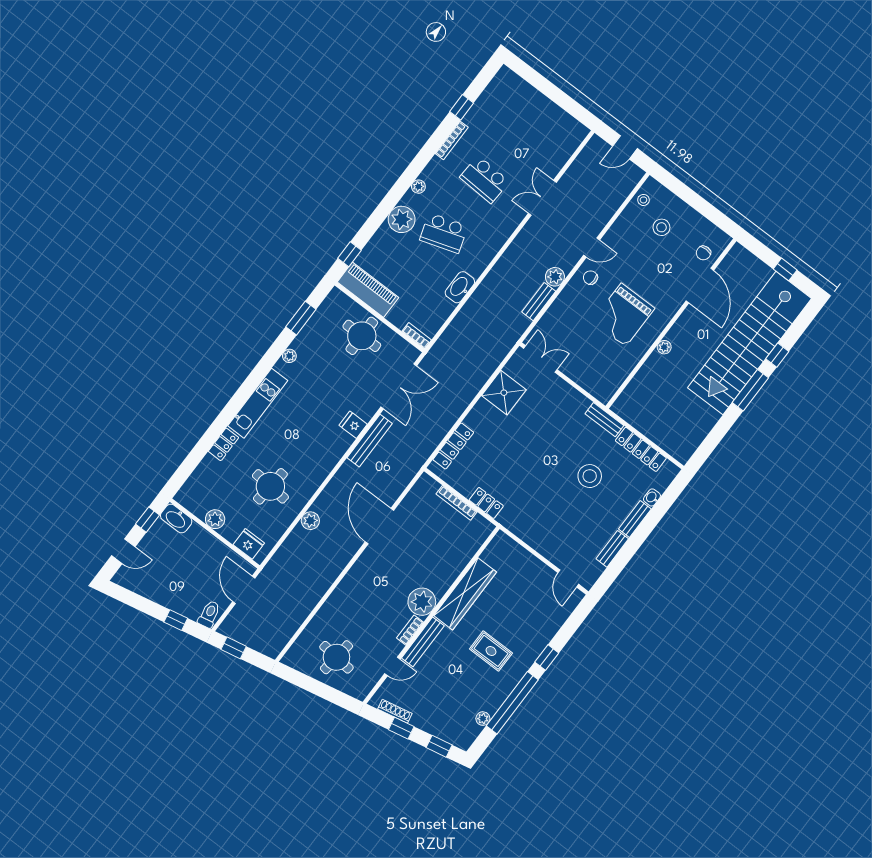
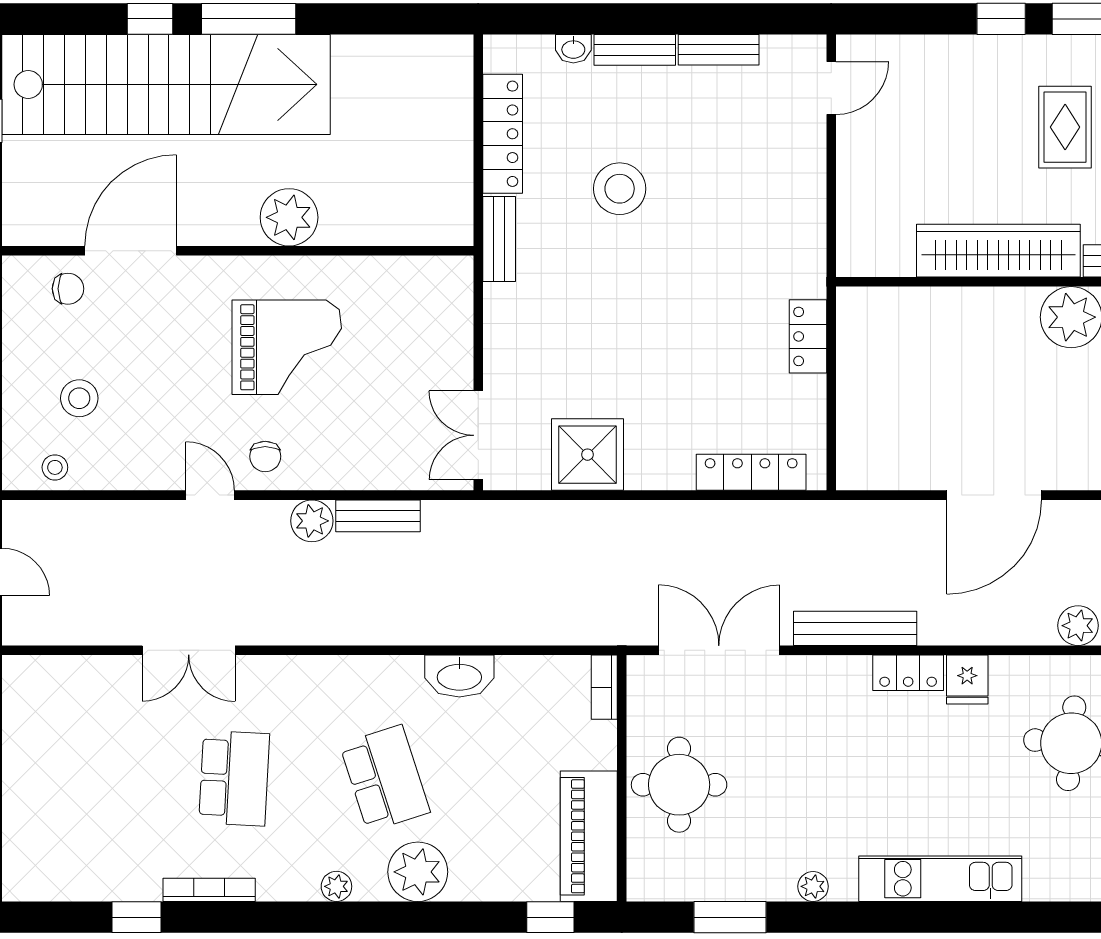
plant: (664, 347) -> (289, 217), width x1.88, depth x1.88
fridge: (353, 425) -> (967, 680), moved
locker: (223, 444) -> (908, 673), moved, turned 180
bookcase: (456, 503) -> (848, 389), removed

